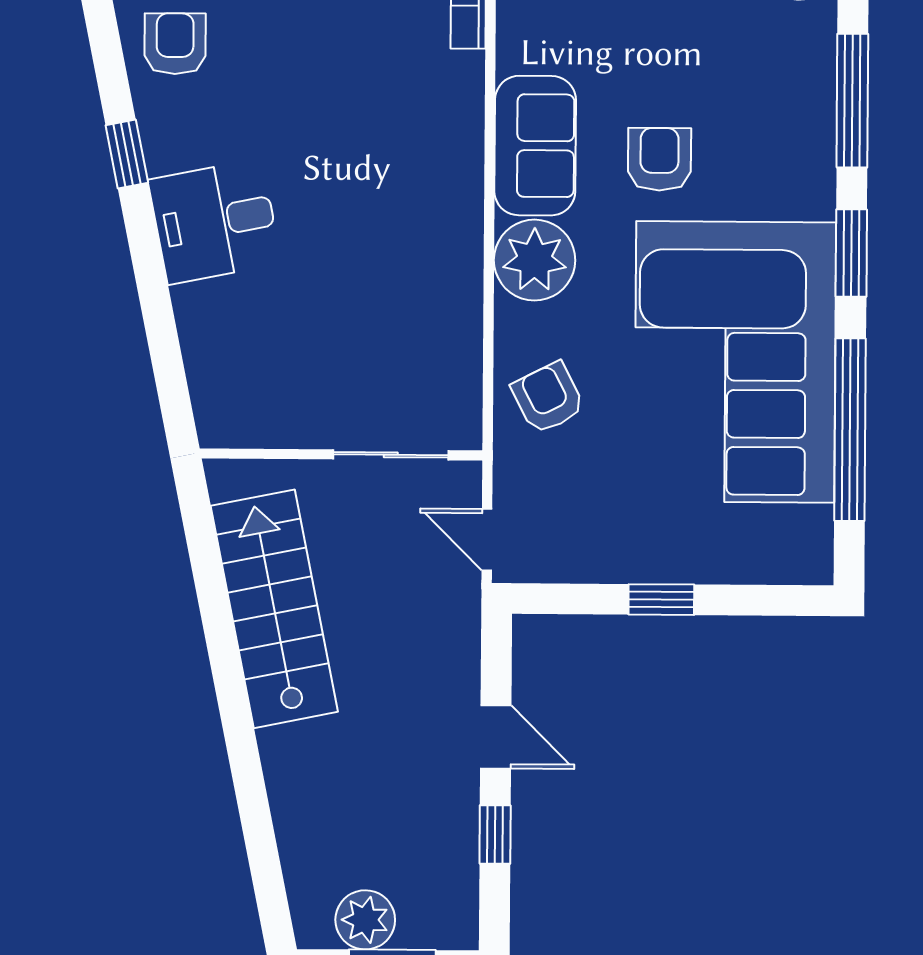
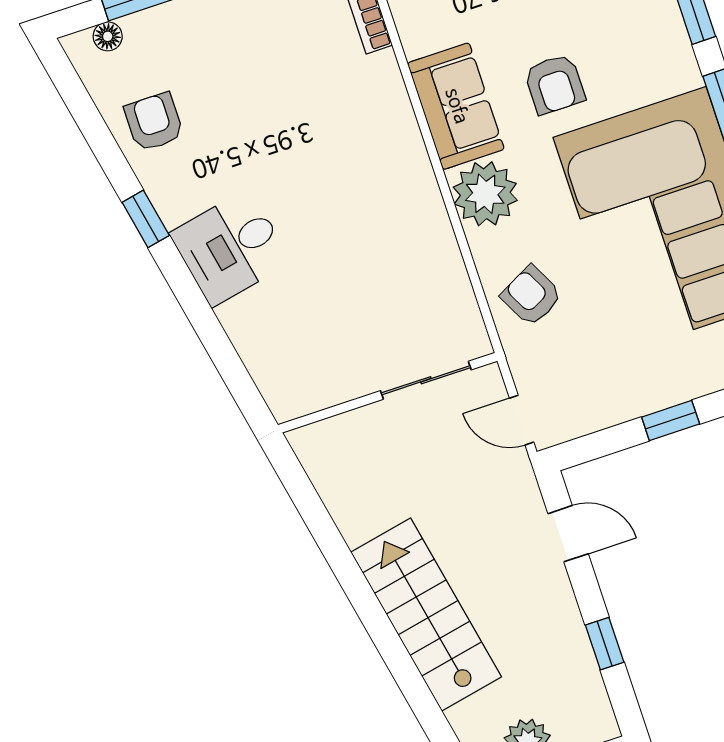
armchair: (659, 159) -> (555, 84), turned 180
stairs: (274, 609) -> (426, 614), moved
door: (496, 737) -> (568, 534), moved

